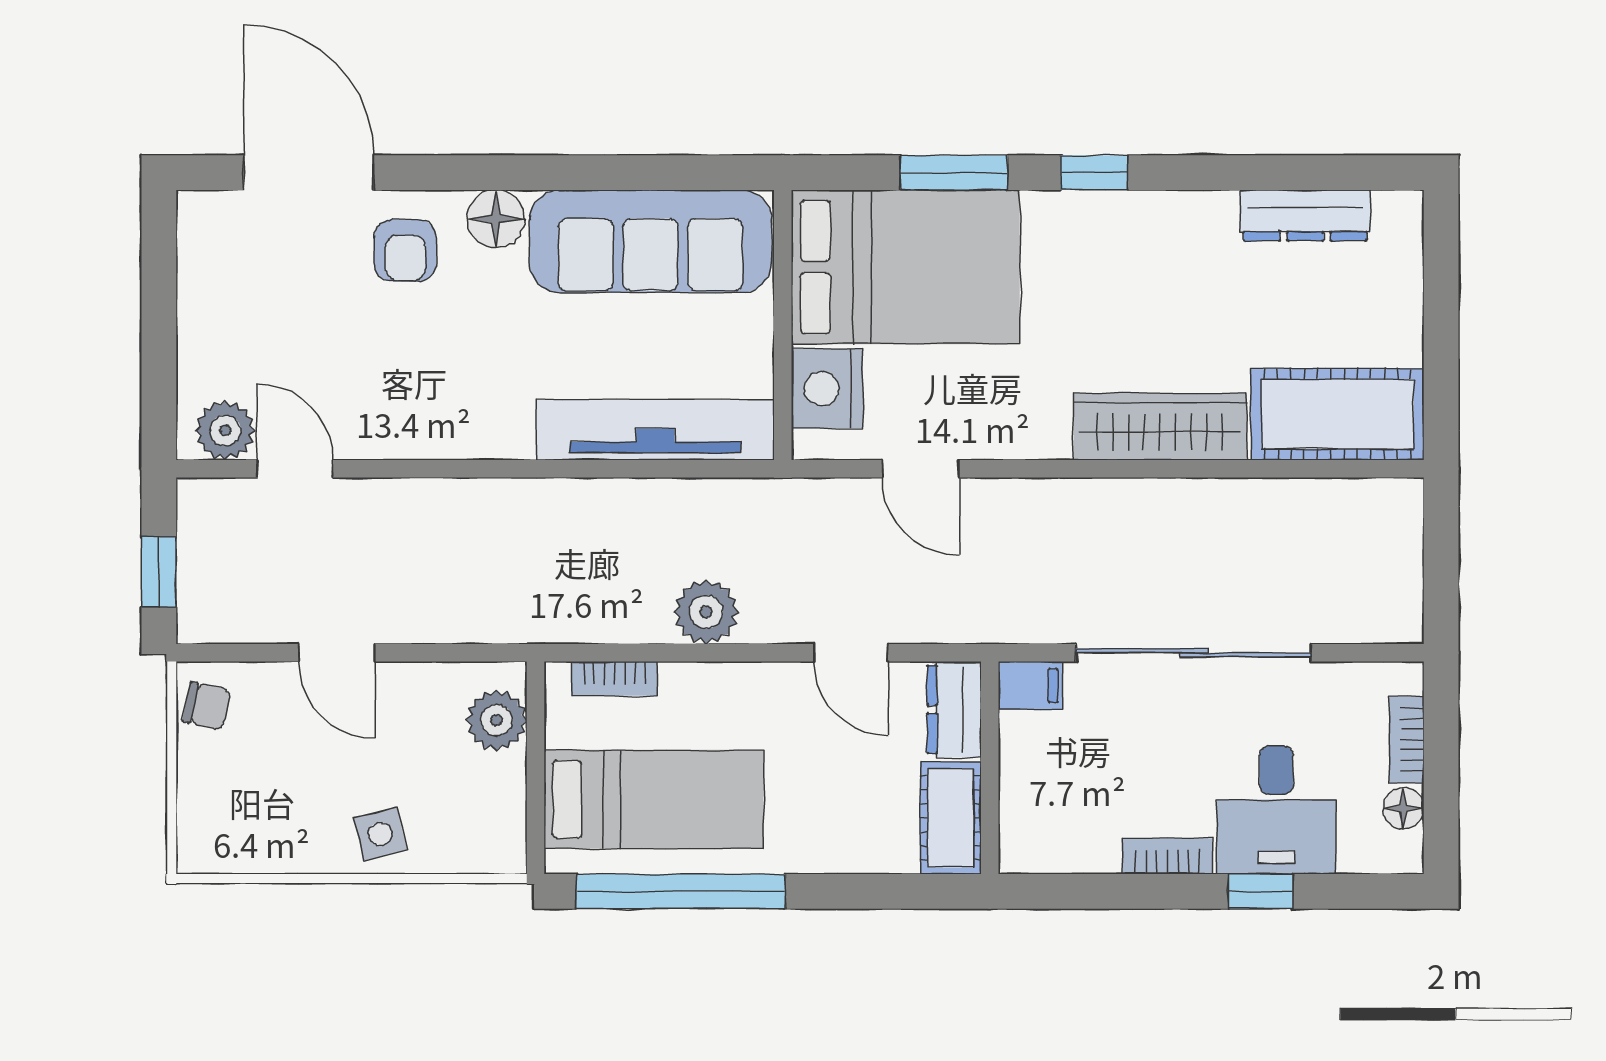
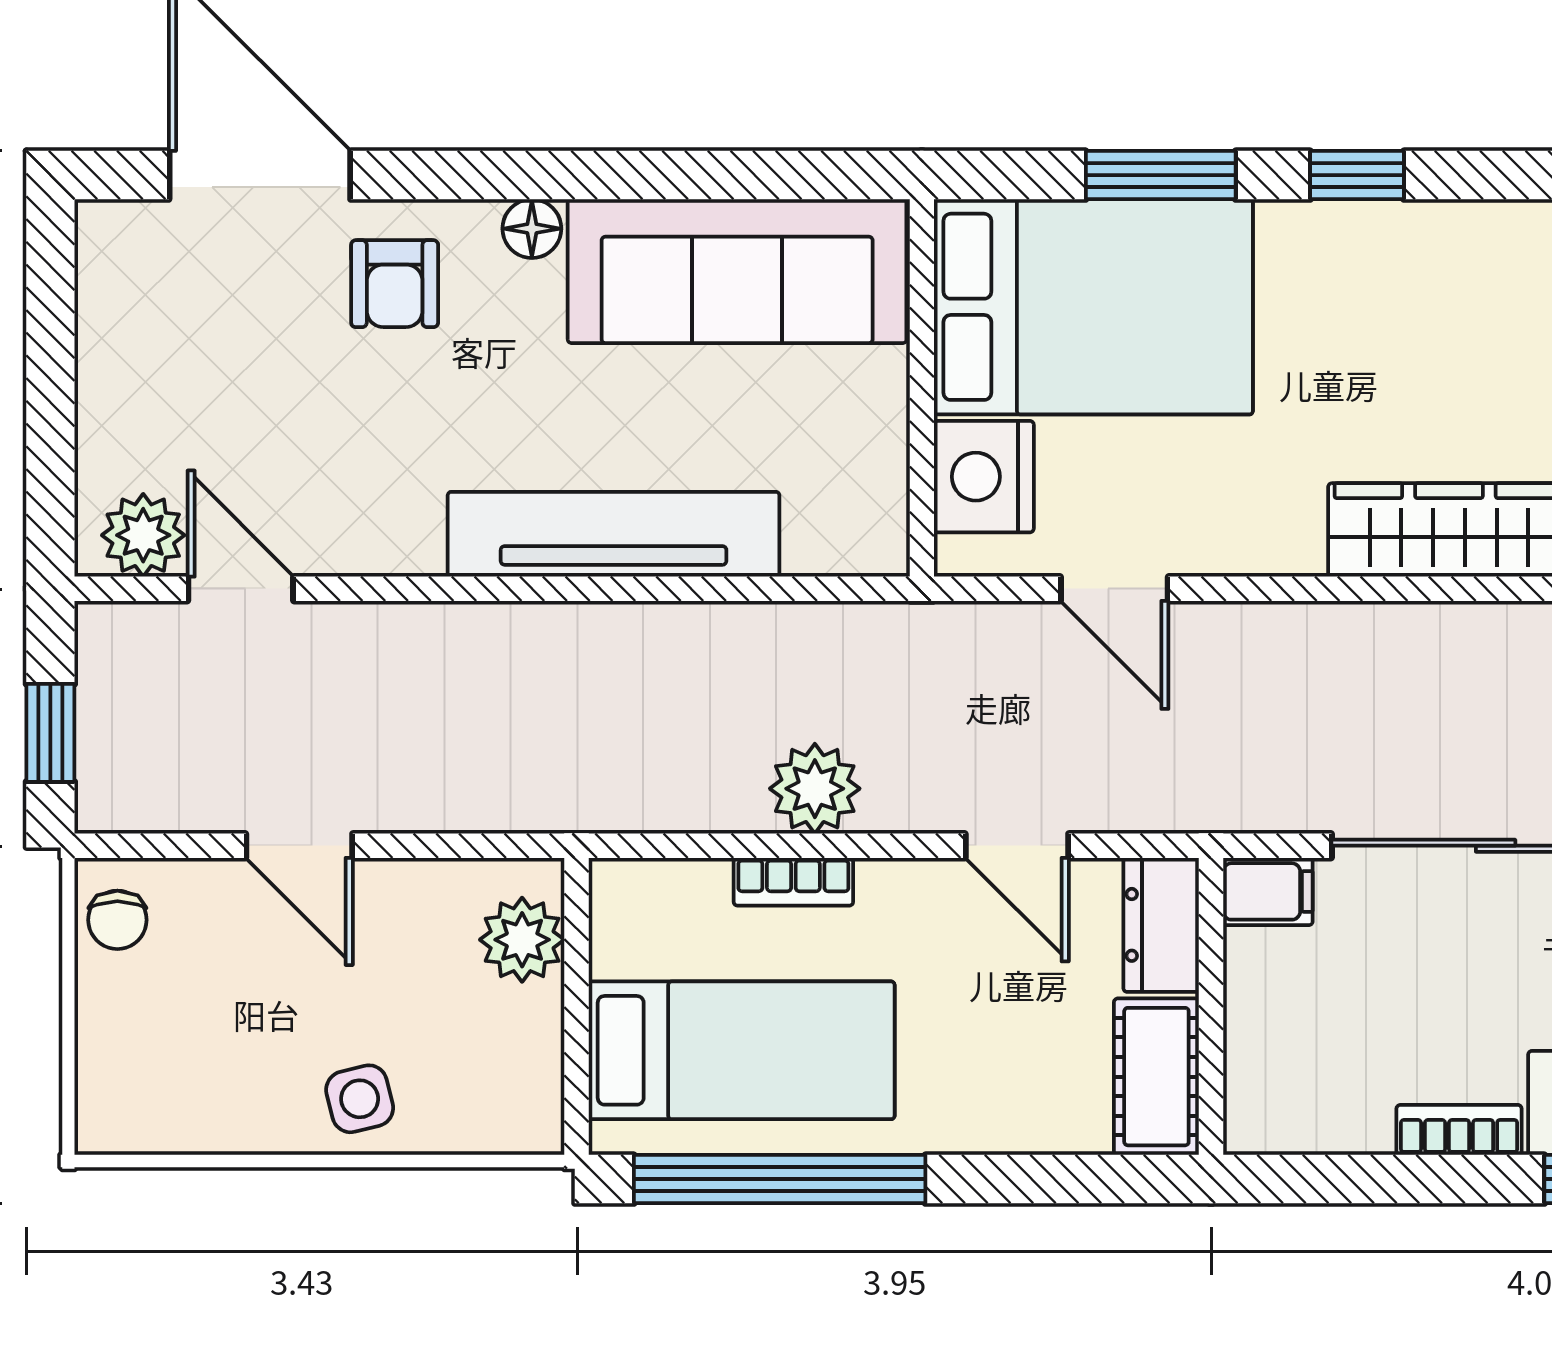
floor lamp: (496, 219) -> (532, 229), width x0.73, depth x0.73
tv unit: (655, 430) -> (614, 534), moved
bookcase: (615, 679) -> (793, 882), moved
chair: (207, 706) -> (117, 920), turned 78

